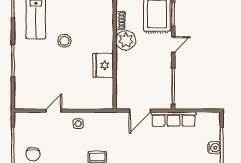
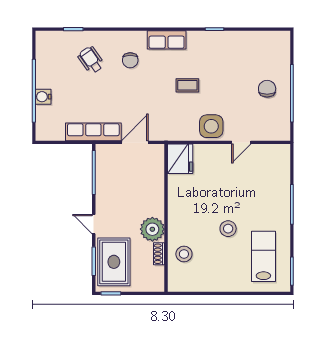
stool: (100, 20) -> (184, 254), added
door: (173, 44) -> (94, 224), hinge flipped
fridge: (103, 65) -> (180, 159), moved
side table: (78, 124) -> (211, 126), width x1.87, depth x1.87

